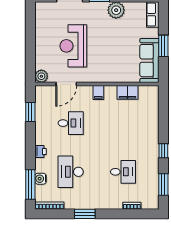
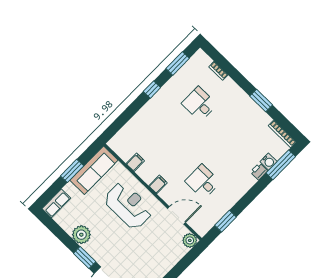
reception desk: (73, 46) -> (128, 205), moved, turned -90
filing cabinet: (128, 92) -> (135, 162), width x0.50
printer: (40, 151) -> (259, 171), moved
desk: (71, 172) -> (240, 144), removed

